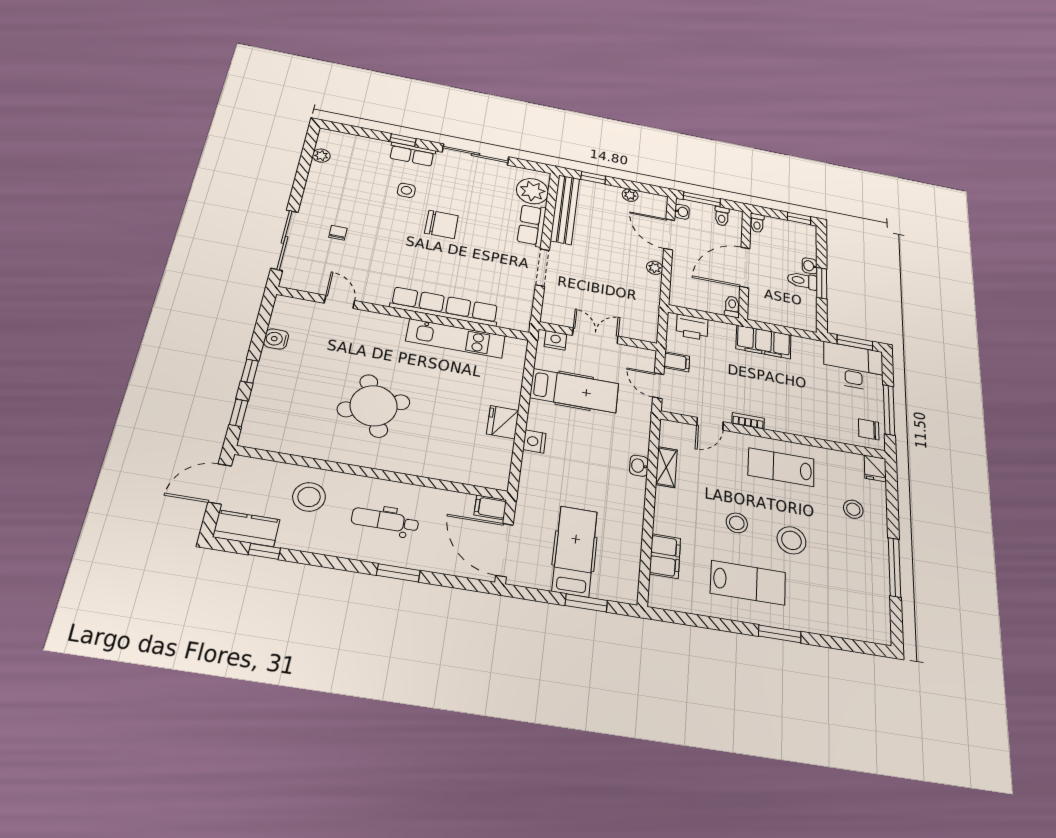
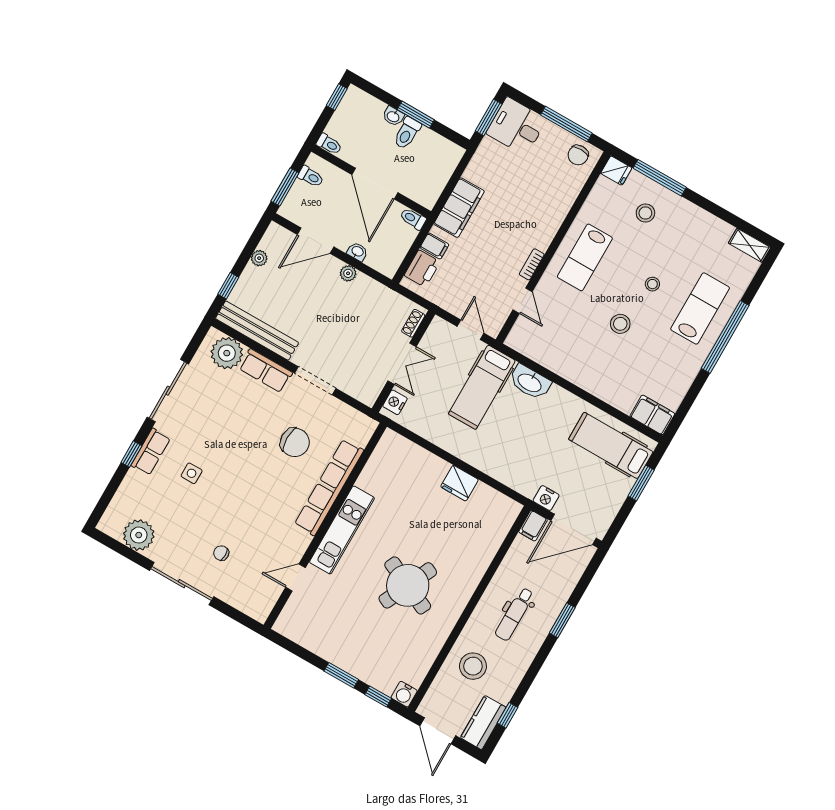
plant: (321, 156) -> (139, 535), width x1.87, depth x1.87
washbasin: (682, 212) -> (357, 252), moved
chair: (441, 224) -> (295, 442), moved, turned 90
sliding door: (285, 240) -> (182, 584), moved
shoe rack: (638, 334) -> (413, 323), added
double door: (595, 336) -> (402, 364), swing flipped
kitchen unit: (456, 338) -> (342, 530), moved
water cooler: (276, 339) -> (404, 694), moved
filing cabinet: (677, 362) -> (434, 246), moved, turned 90
desk: (853, 367) -> (517, 126), width x0.73
window: (250, 371) -> (341, 675), width x1.50
door: (658, 386) -> (470, 330), swing flipped
hospital bed: (574, 391) -> (482, 387), moved, turned 180
round table: (374, 406) -> (408, 585), turned 45
nightstand: (534, 441) -> (546, 498), moved
washbasin: (639, 466) -> (530, 382), width x1.91, depth x1.45
shelving: (666, 467) -> (750, 245), moved
stool: (791, 540) -> (652, 284), width x0.53, depth x0.53
hospital bed: (575, 551) -> (611, 445), moved
filing cabinet: (665, 556) -> (652, 415), moved
window: (894, 567) -> (660, 178), moved
lab bench: (748, 583) -> (700, 308), moved
window: (780, 634) -> (725, 337), width x2.11

